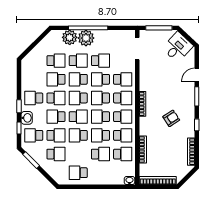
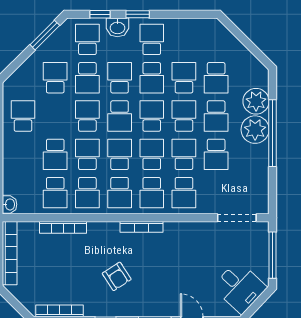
school desk: (56, 154) -> (55, 78), turned 180

